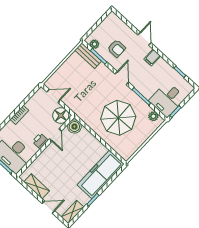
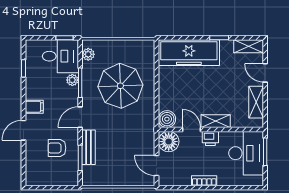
plant: (94, 44) -> (72, 80), moved
armchair: (117, 48) -> (57, 148), turned -90
bench: (88, 56) -> (89, 147), moved
door: (55, 135) -> (191, 129), hinge flipped
shelving: (47, 153) -> (216, 121), added

